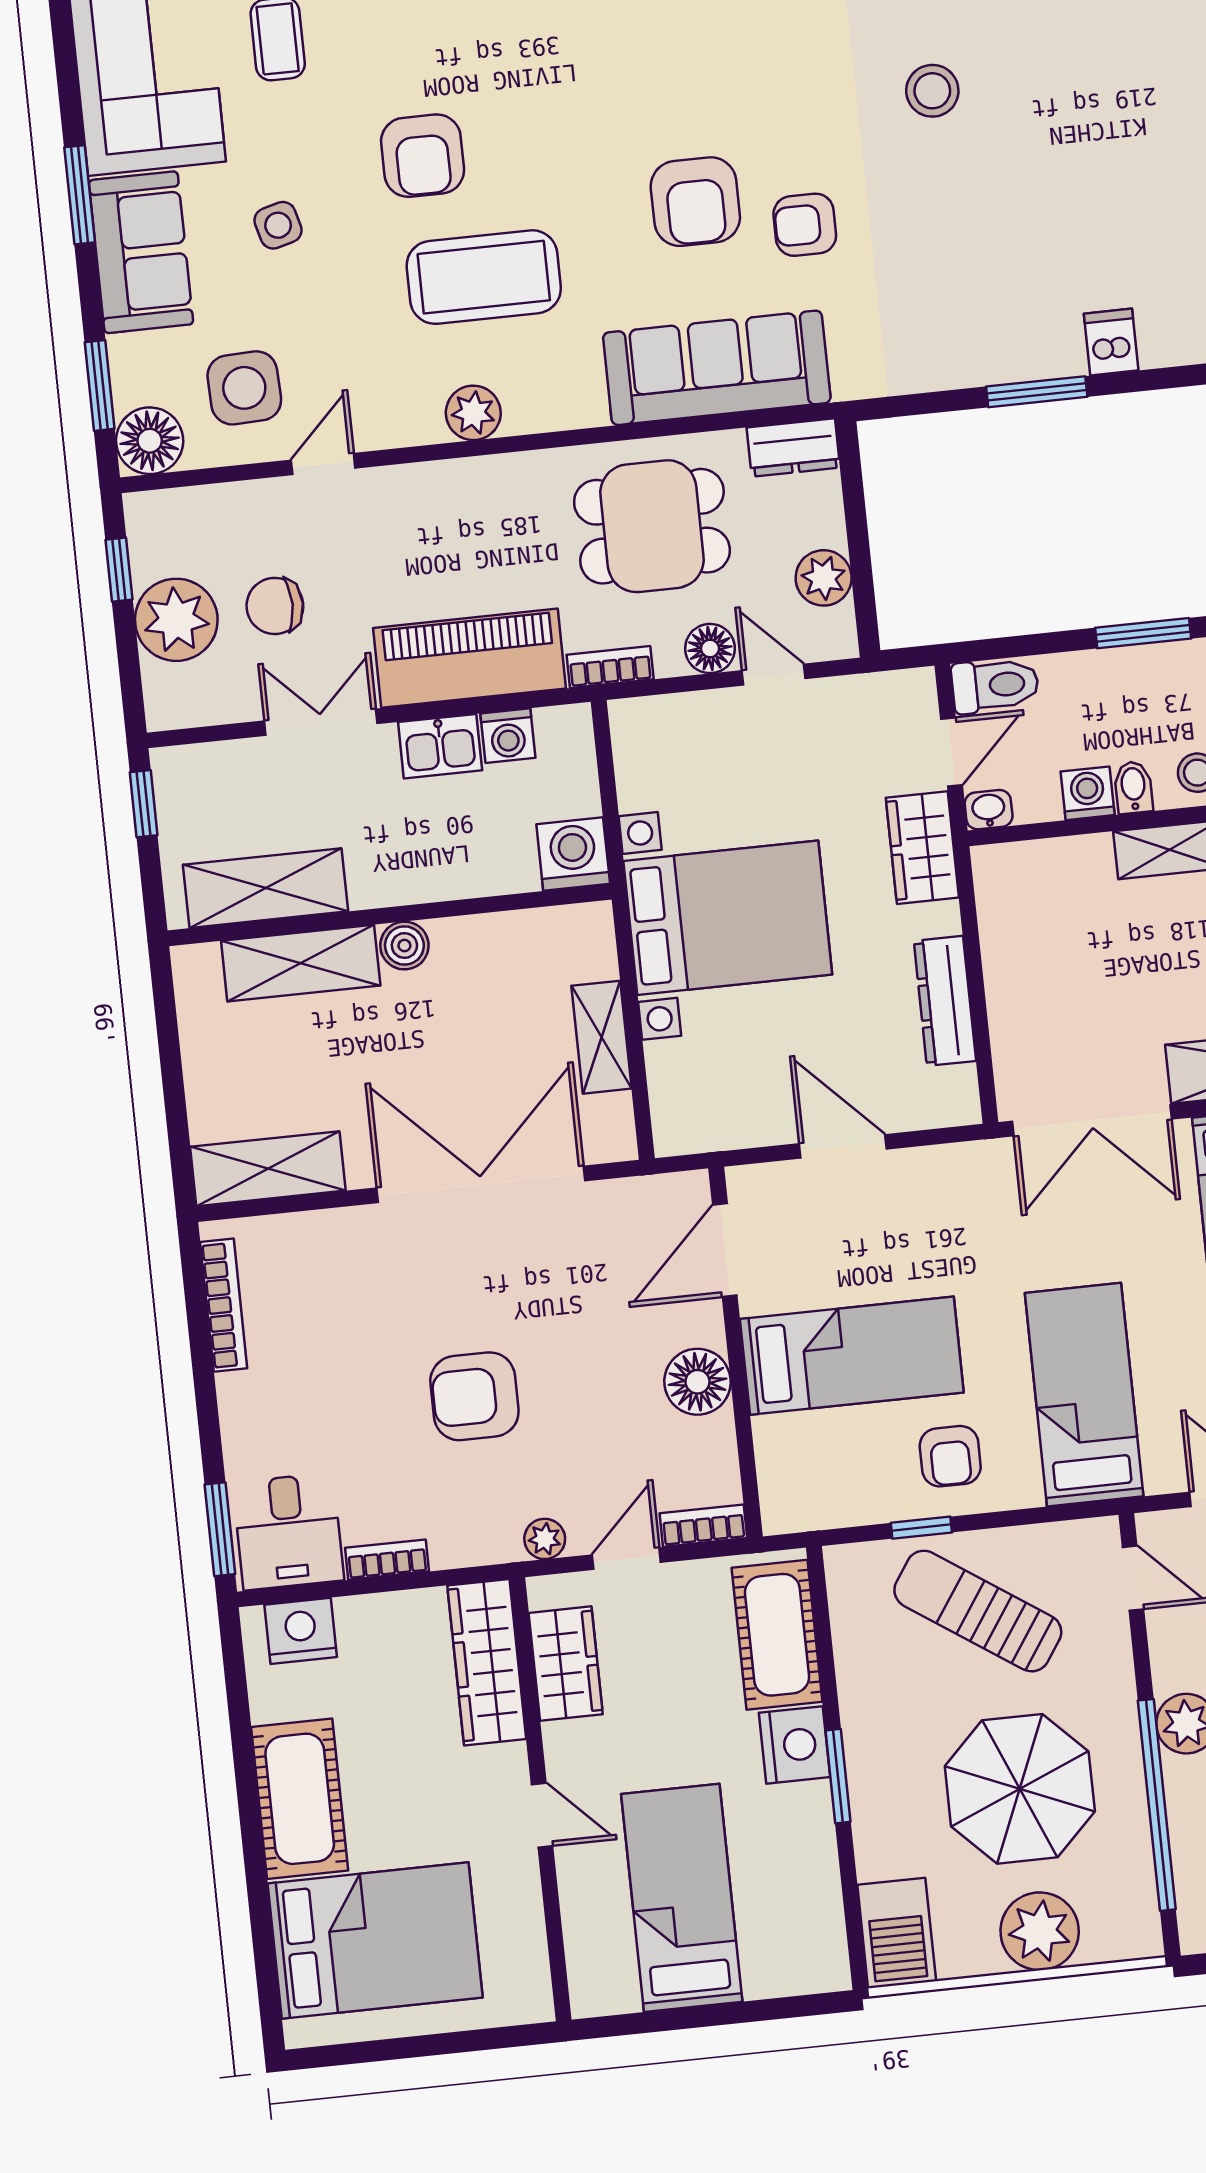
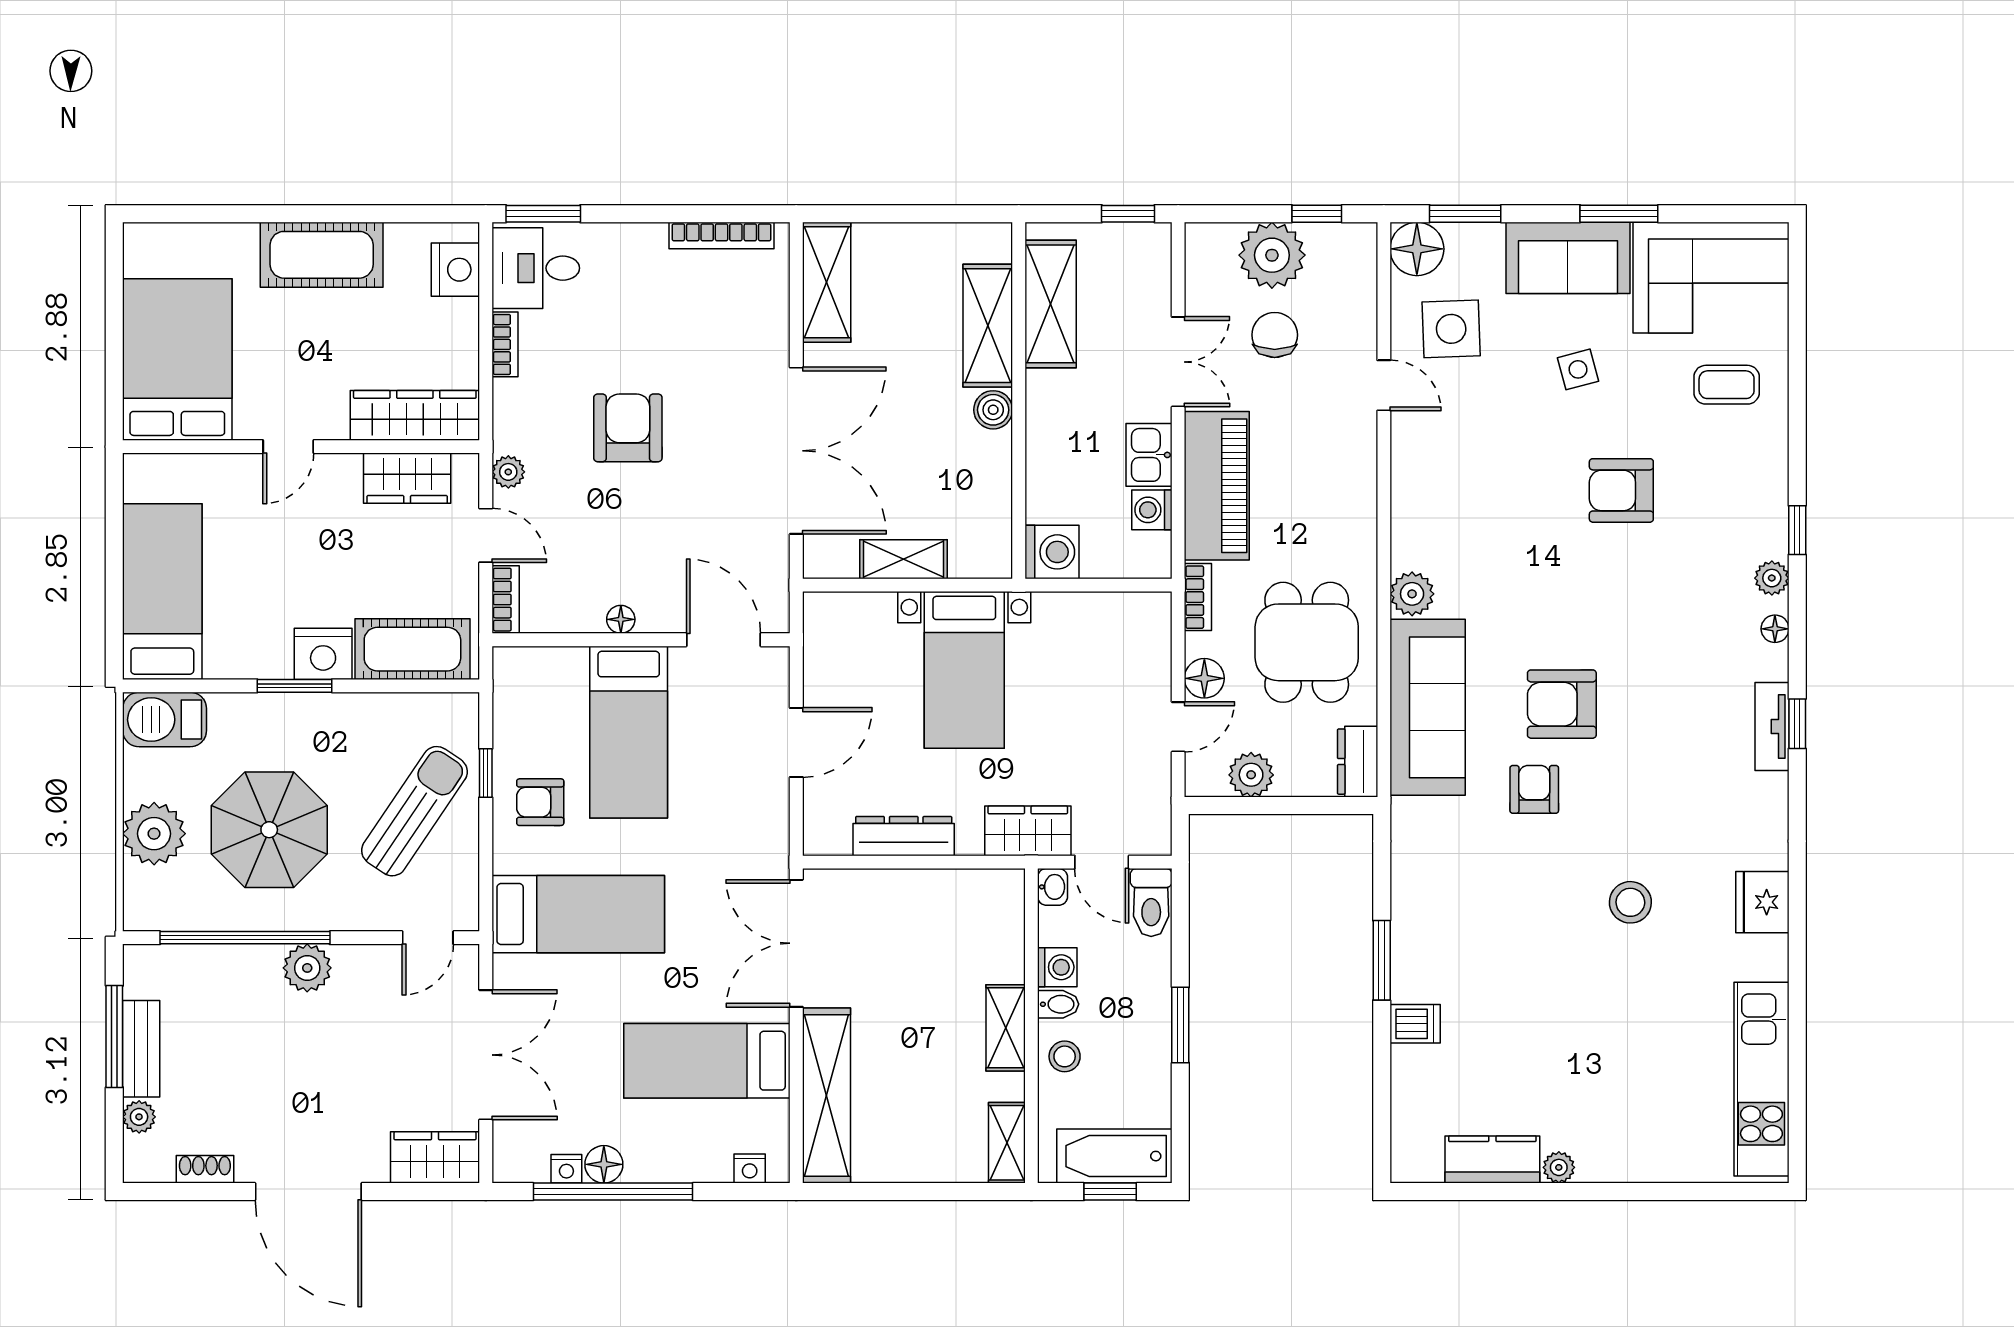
coffee table: (484, 277) -> (1519, 529), removed
plant: (473, 413) -> (1412, 594), moved
bed with nightstands: (728, 918) -> (964, 670), width x0.73
floor lamp: (697, 1382) -> (621, 619), width x0.53, depth x0.53
bed: (682, 1898) -> (162, 592), moved, turned -90
bed: (375, 1940) -> (177, 360), moved, turned 180

